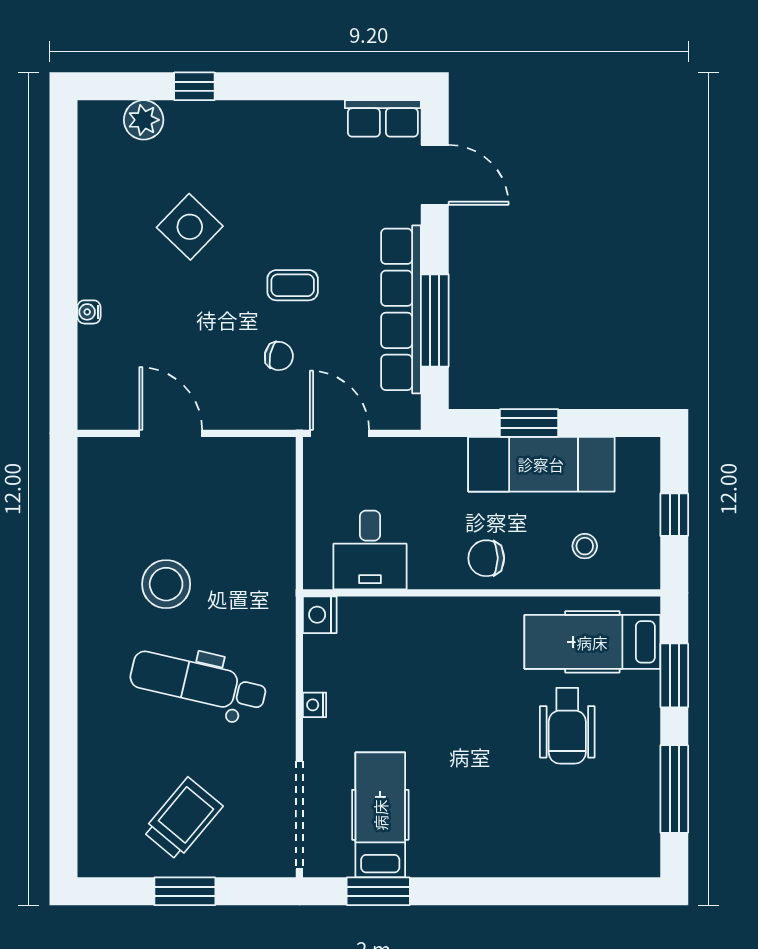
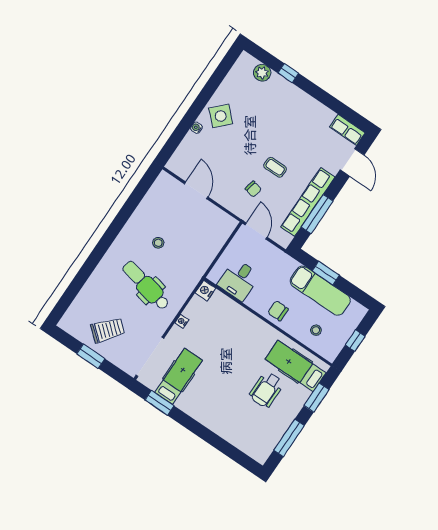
side table: (190, 227) -> (221, 116), moved
stool: (166, 584) -> (158, 243), width x0.53, depth x0.53

